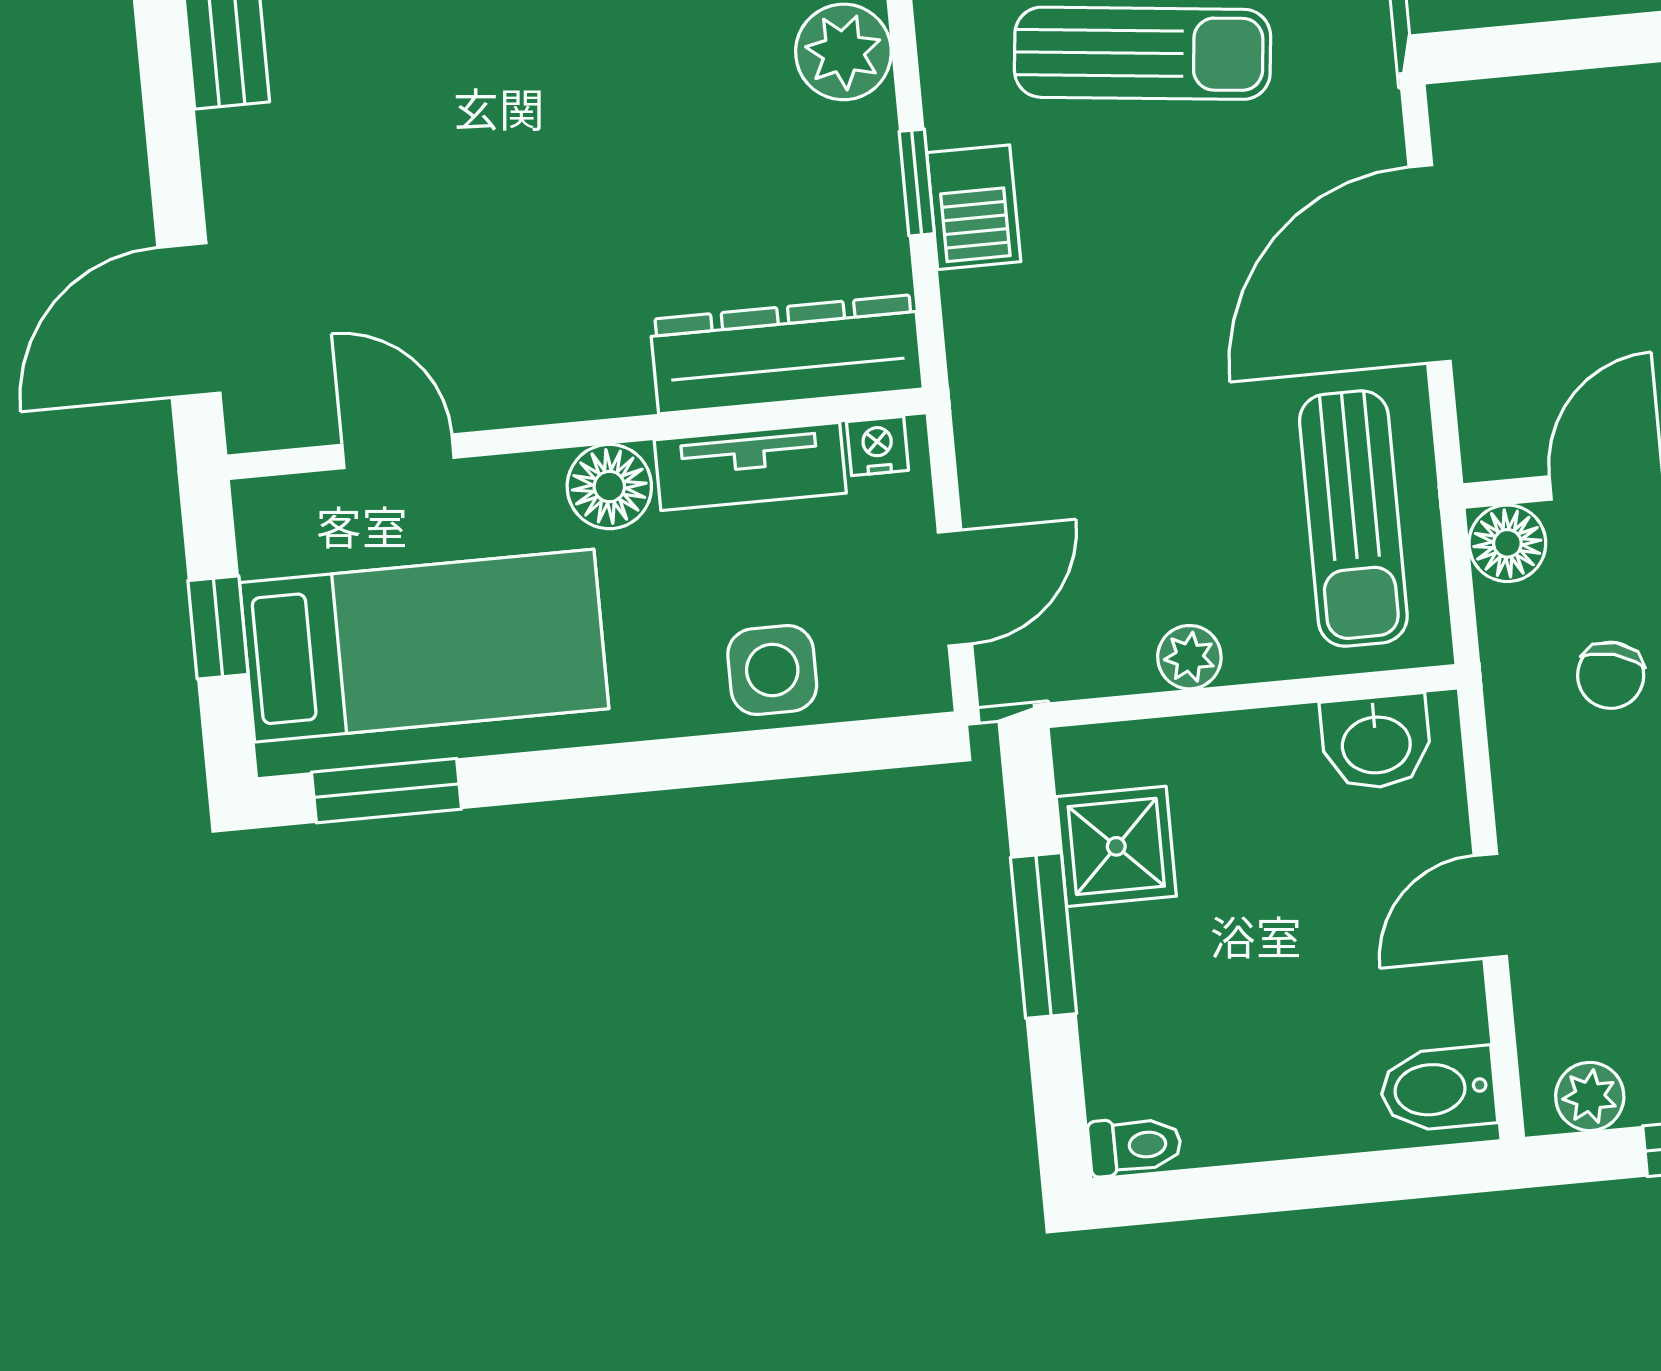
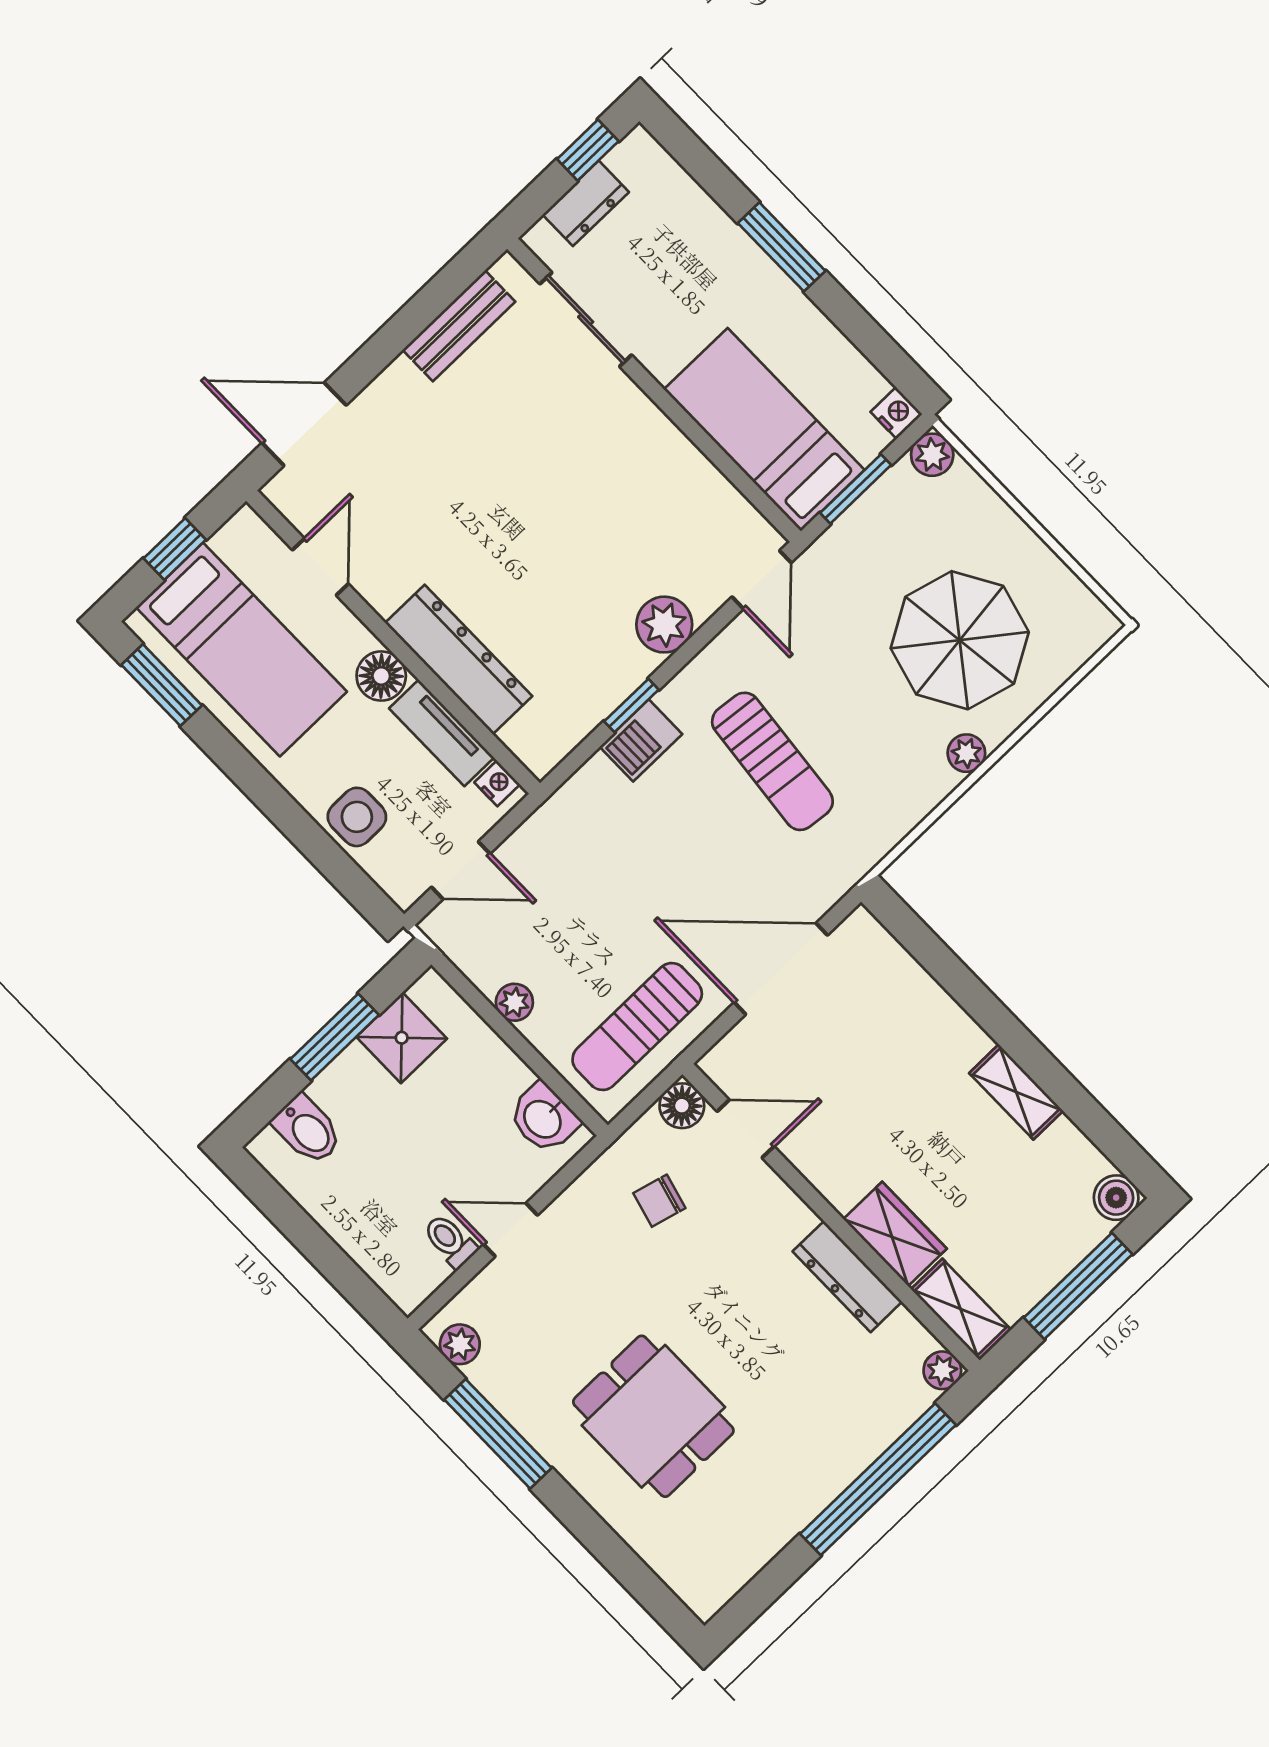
dresser: (786, 354) -> (459, 660), moved
bidet: (1438, 1089) -> (307, 1130), moved, turned 180
toilet: (1135, 1146) -> (450, 1241), moved, turned 180

